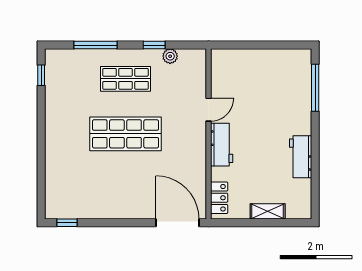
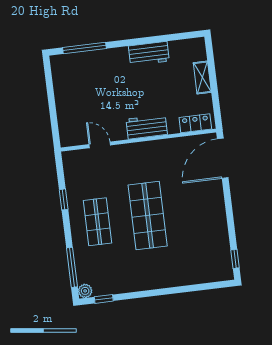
window: (96, 45) -> (72, 267), moved
plant: (170, 56) -> (85, 291), moved
door: (208, 110) -> (100, 145), moved

